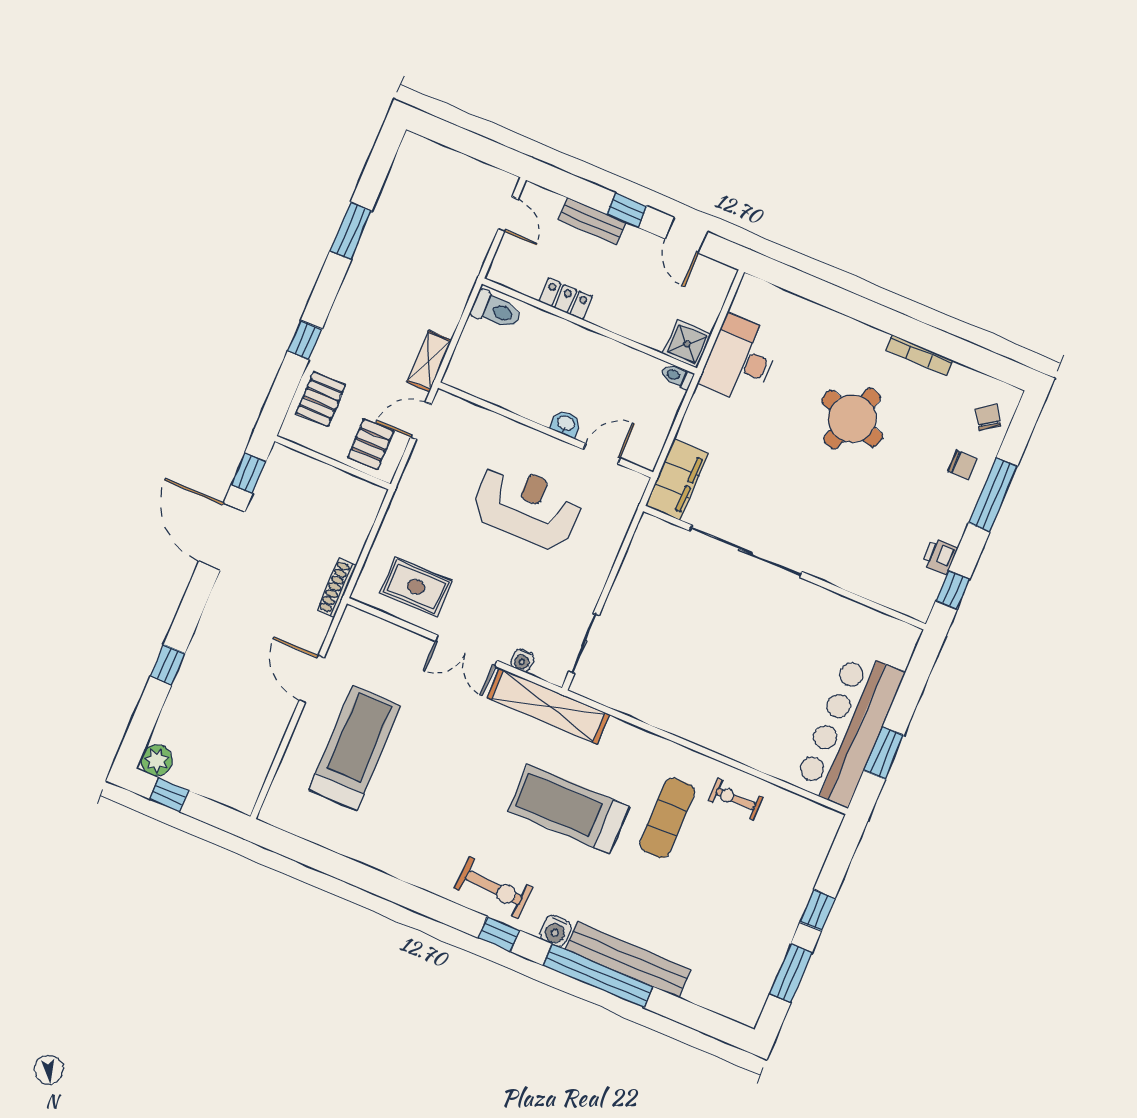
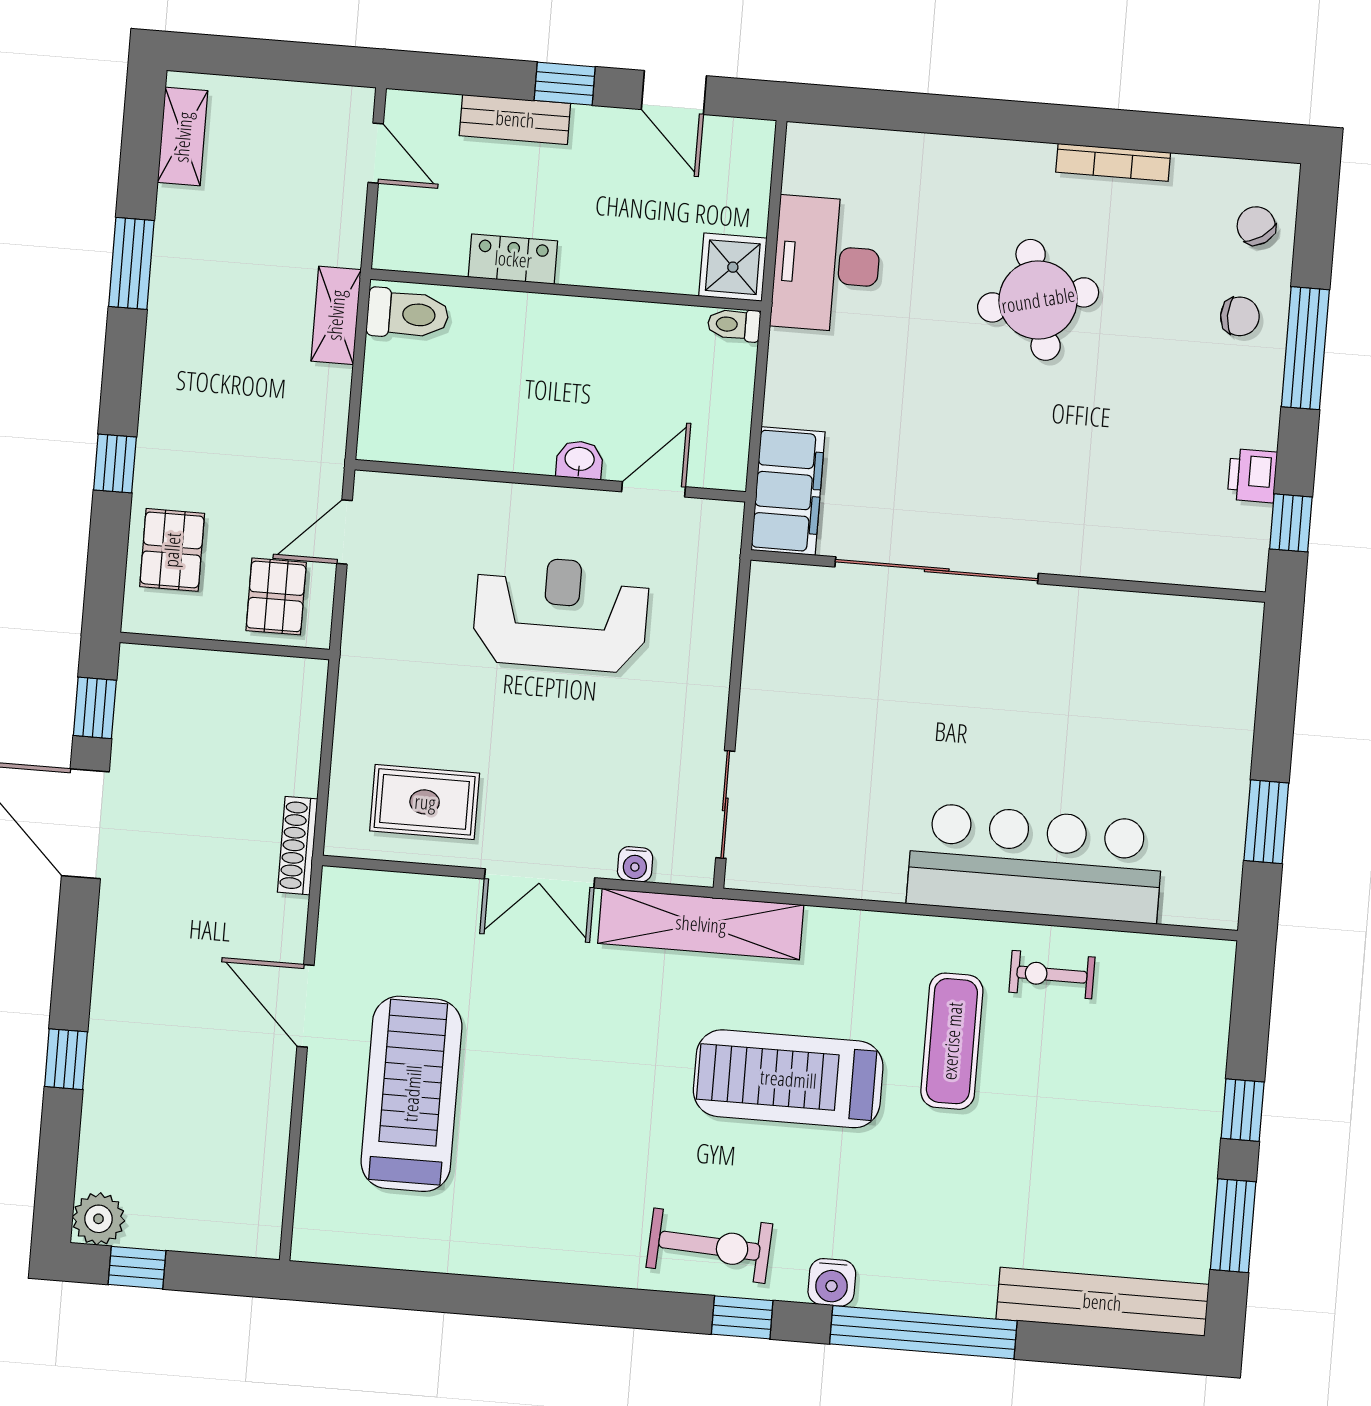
shelving: (403, 169) -> (183, 137), added
shelving: (429, 361) -> (336, 315), moved
round table: (852, 418) -> (1038, 300), turned -33
bar counter: (849, 729) -> (1035, 863), moved, turned 90
bench: (628, 960) -> (1102, 1302), moved

